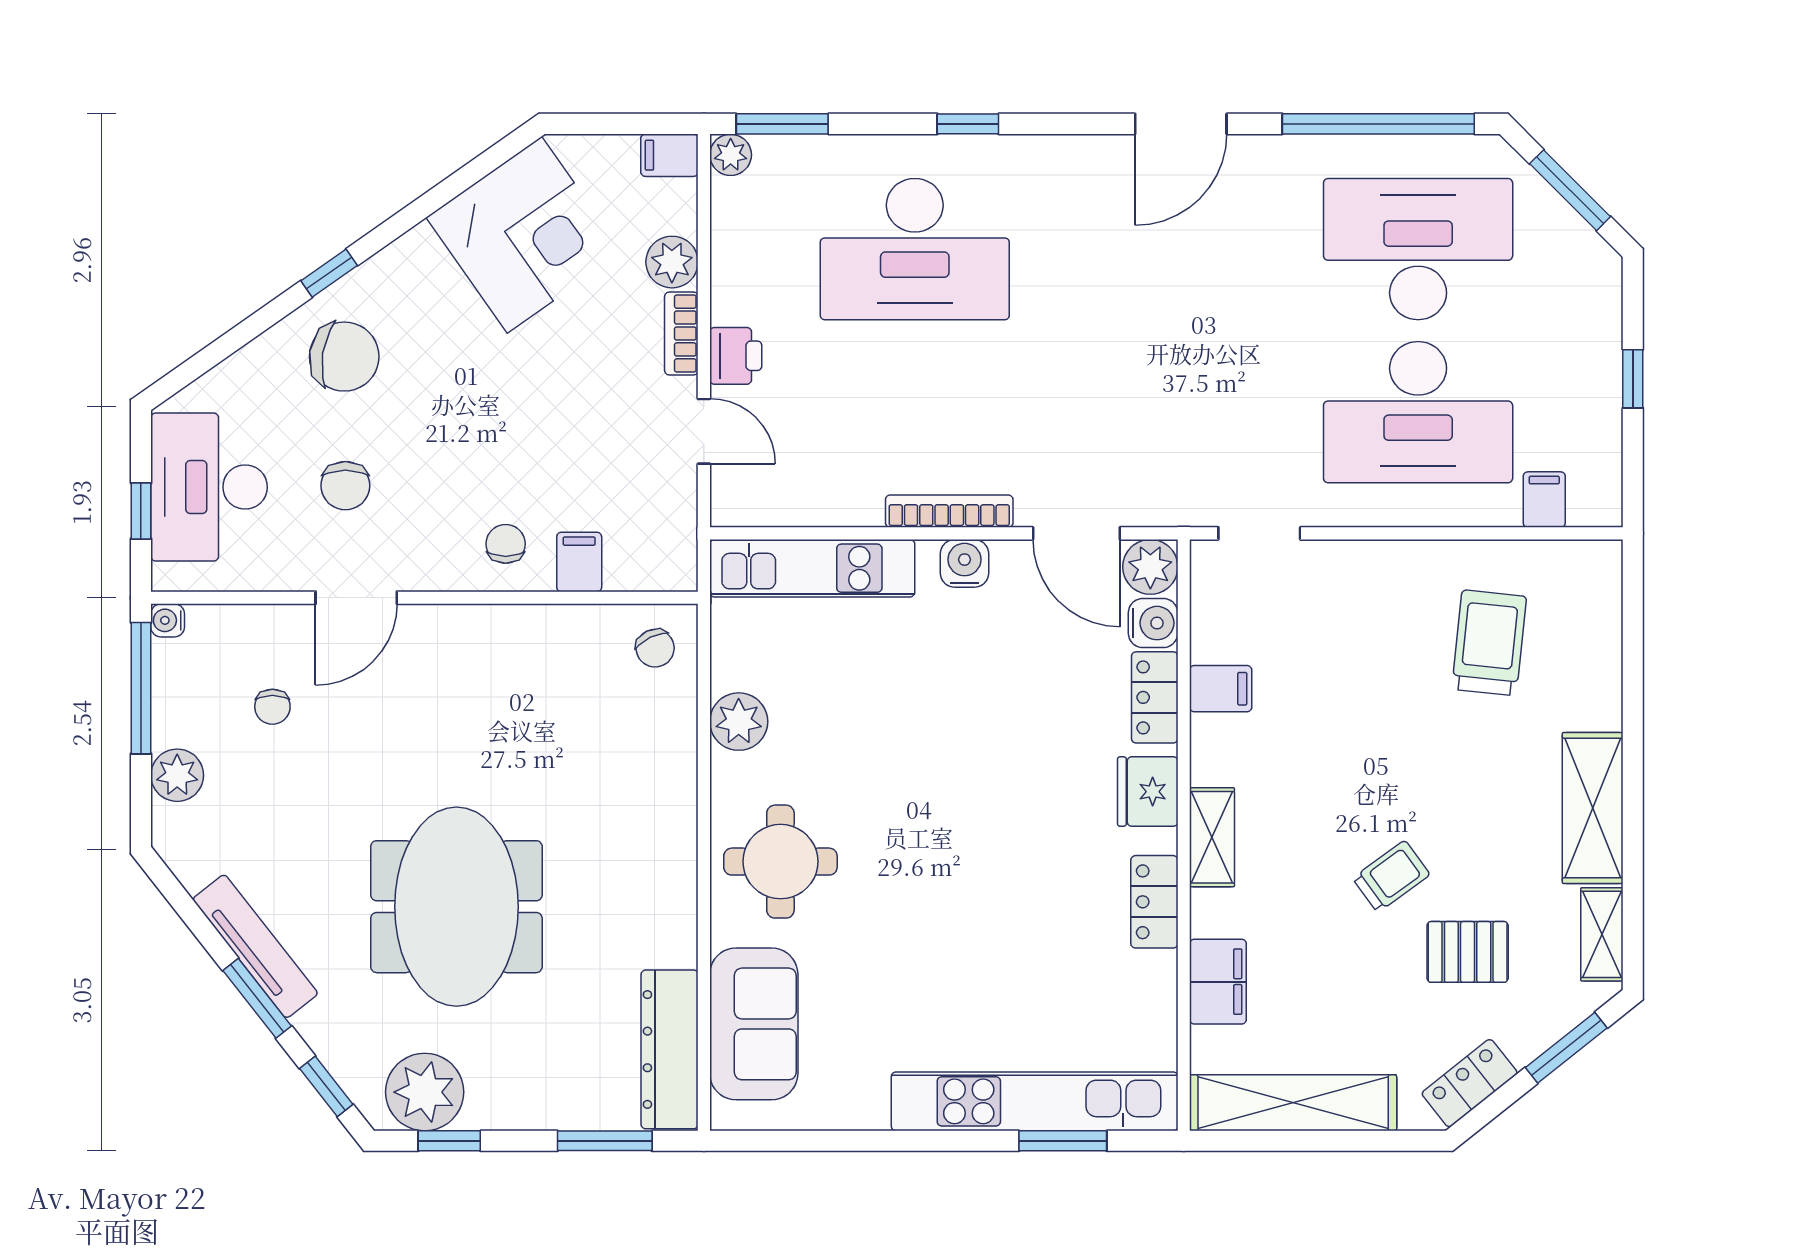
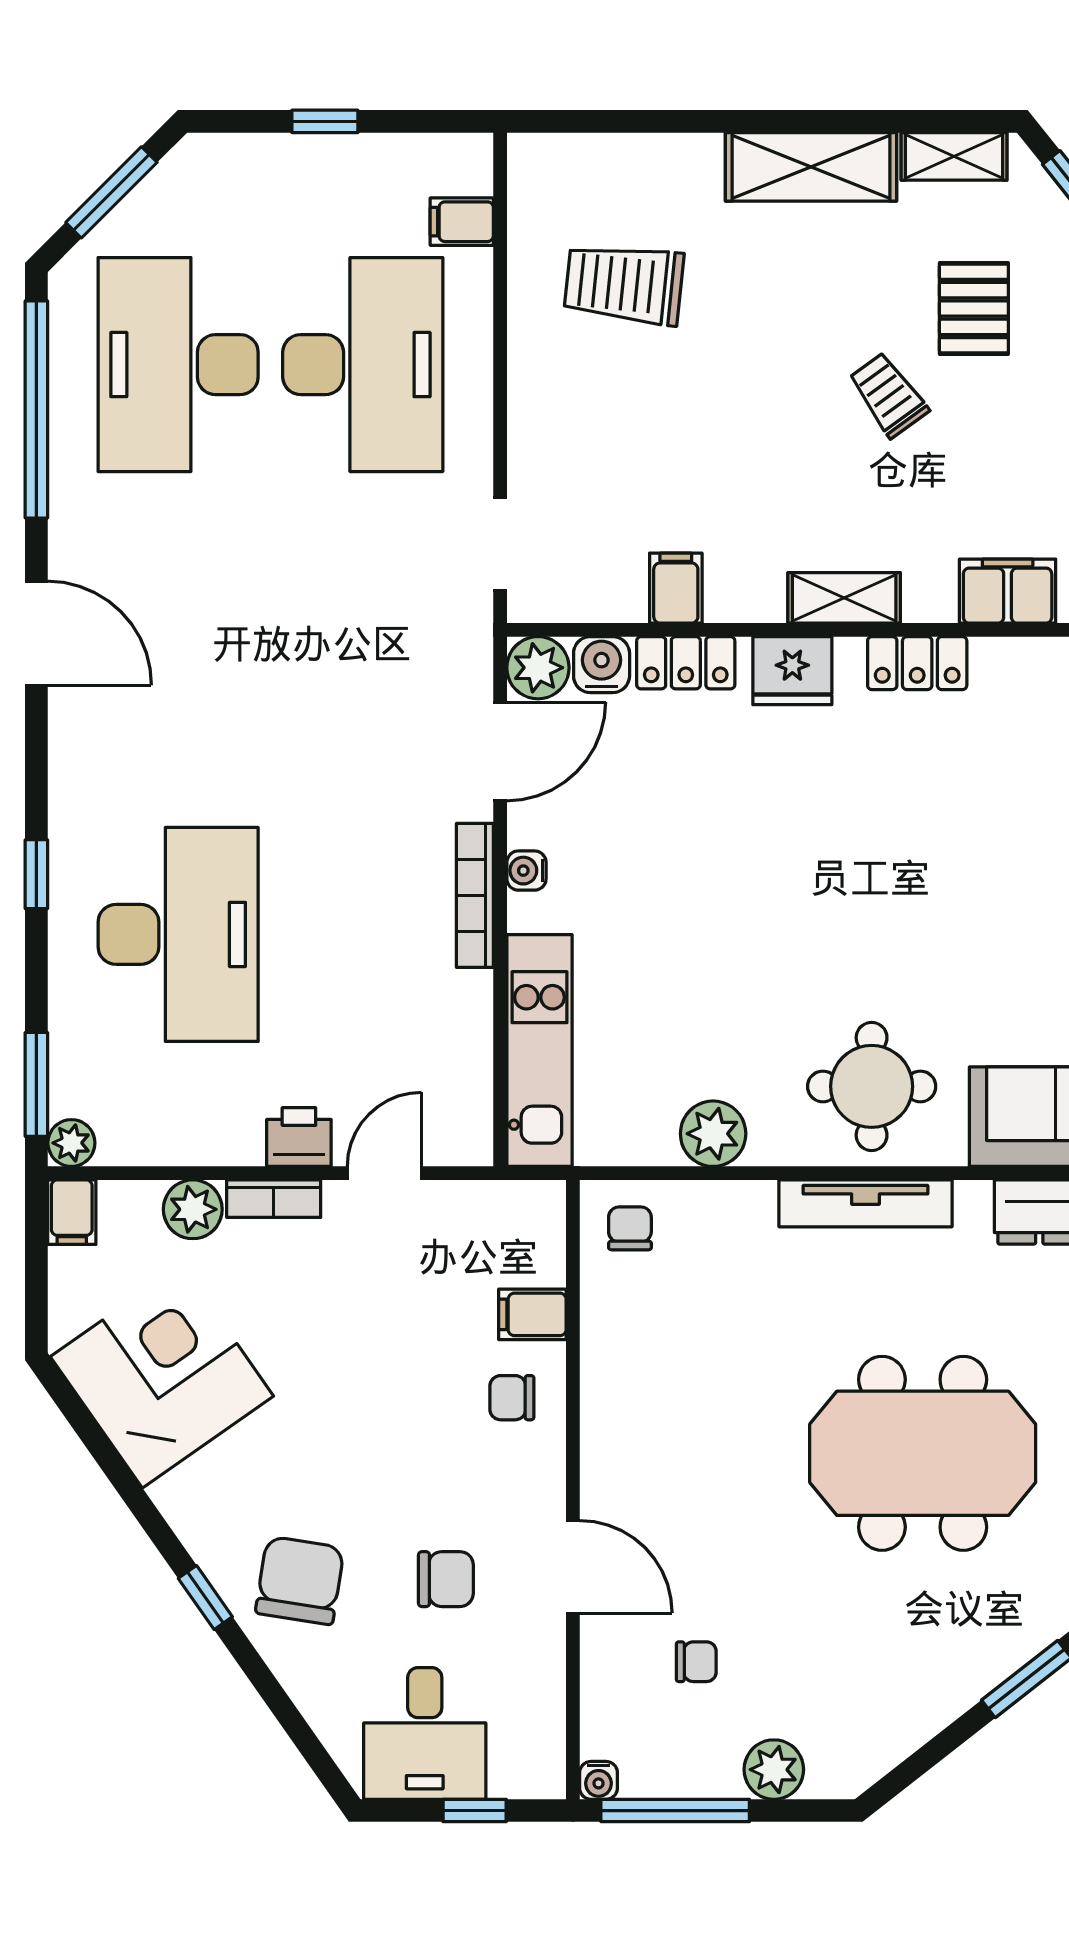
desk: (209, 487) -> (425, 1733), width x0.73
water cooler: (964, 563) -> (526, 871), width x0.72, depth x0.72
chair: (655, 648) -> (630, 1228), turned -64
tv unit: (255, 946) -> (866, 1203), moved, turned -142

